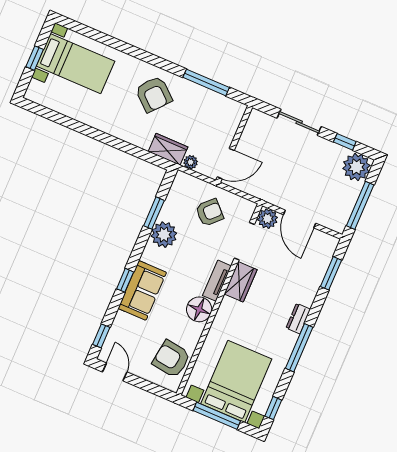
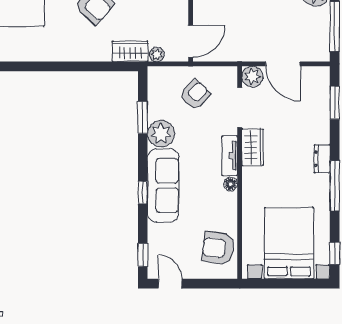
sofa: (142, 290) -> (163, 186), width x1.36
floor lamp: (199, 309) -> (231, 184), width x0.53, depth x0.53
window: (217, 416) -> (284, 284), removed

